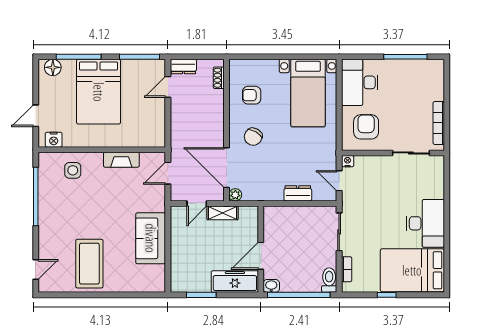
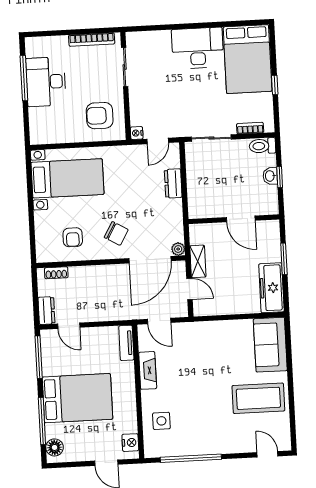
desk: (360, 82) -> (46, 82), moved, turned 90
tv unit: (149, 141) -> (126, 343), added
sofa: (151, 238) -> (270, 345), moved, turned 90
freezer: (235, 282) -> (271, 288), moved
washbasin: (271, 286) -> (270, 176), moved
window: (201, 295) -> (284, 259), moved
window: (299, 295) -> (280, 177), width x0.32

